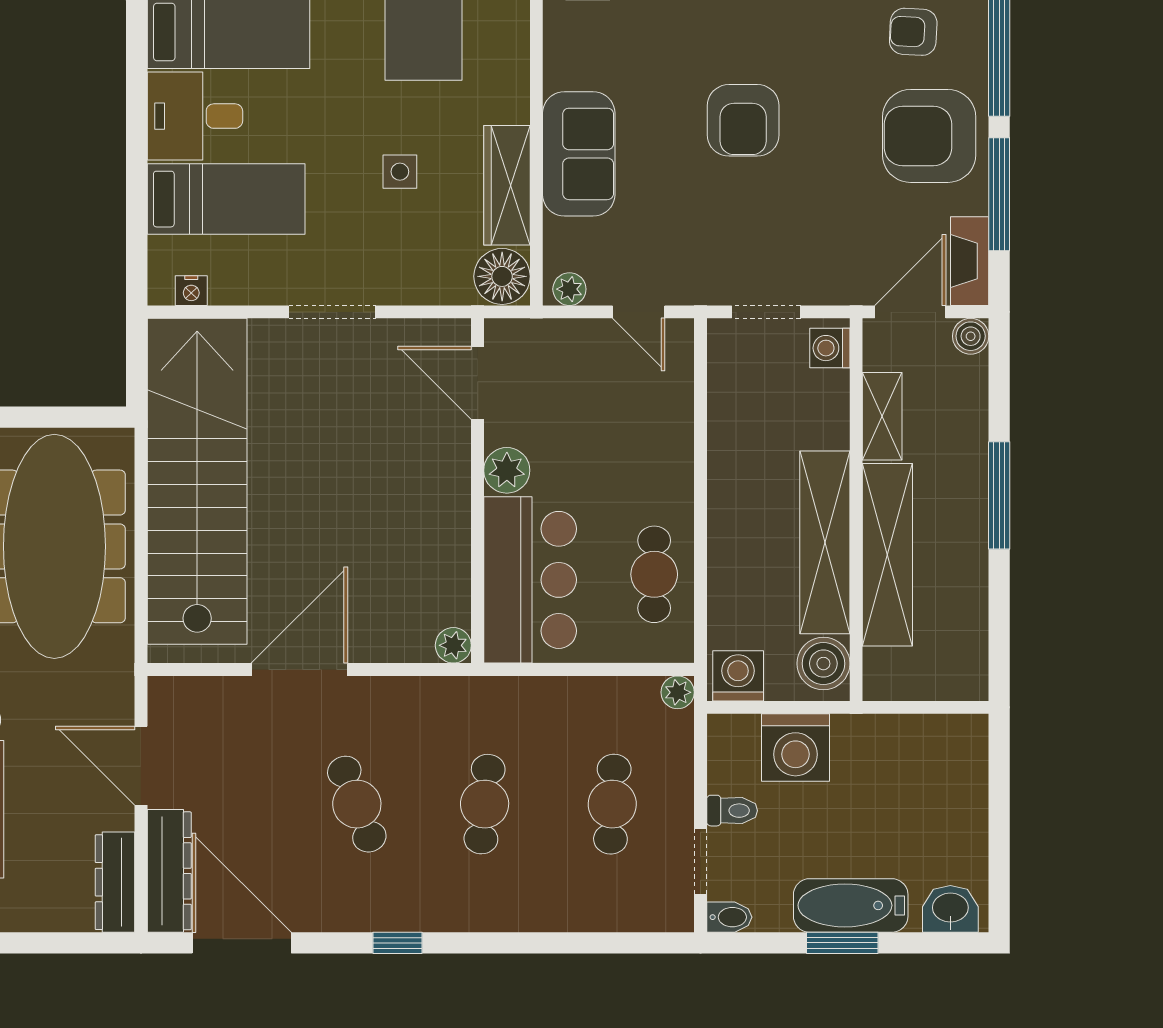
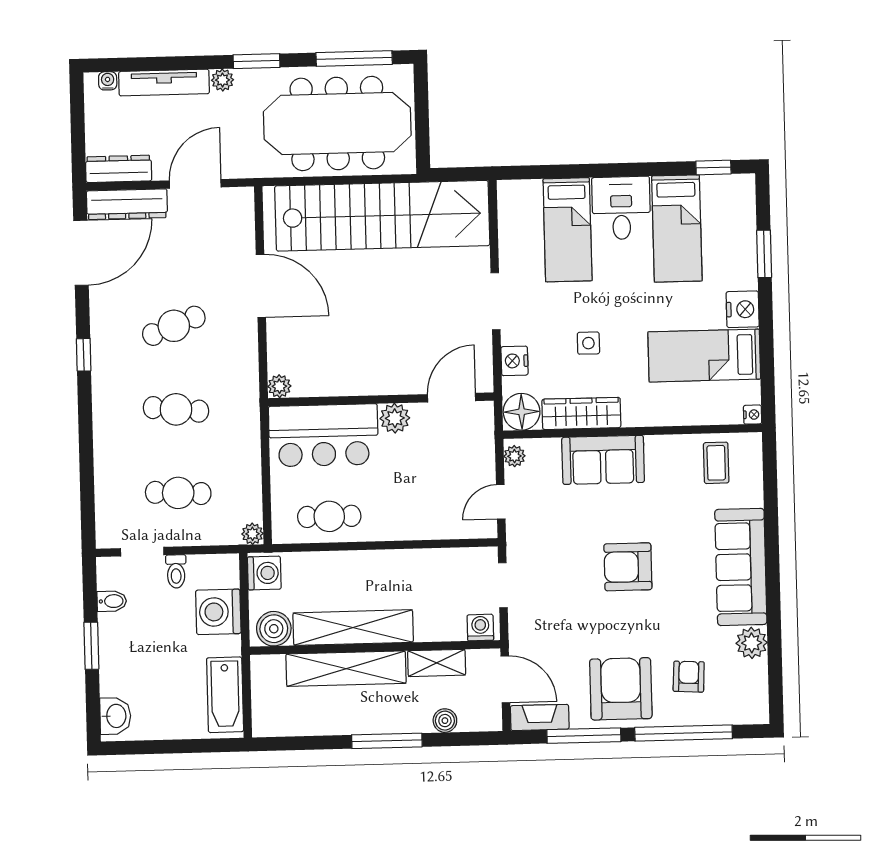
nightstand: (191, 291) -> (514, 361), moved, width x1.39, depth x1.35
boiler: (971, 336) -> (445, 721), moved
bathtub: (851, 905) -> (225, 695), moved, turned 180
bidet: (729, 917) -> (112, 601), moved, turned -90

